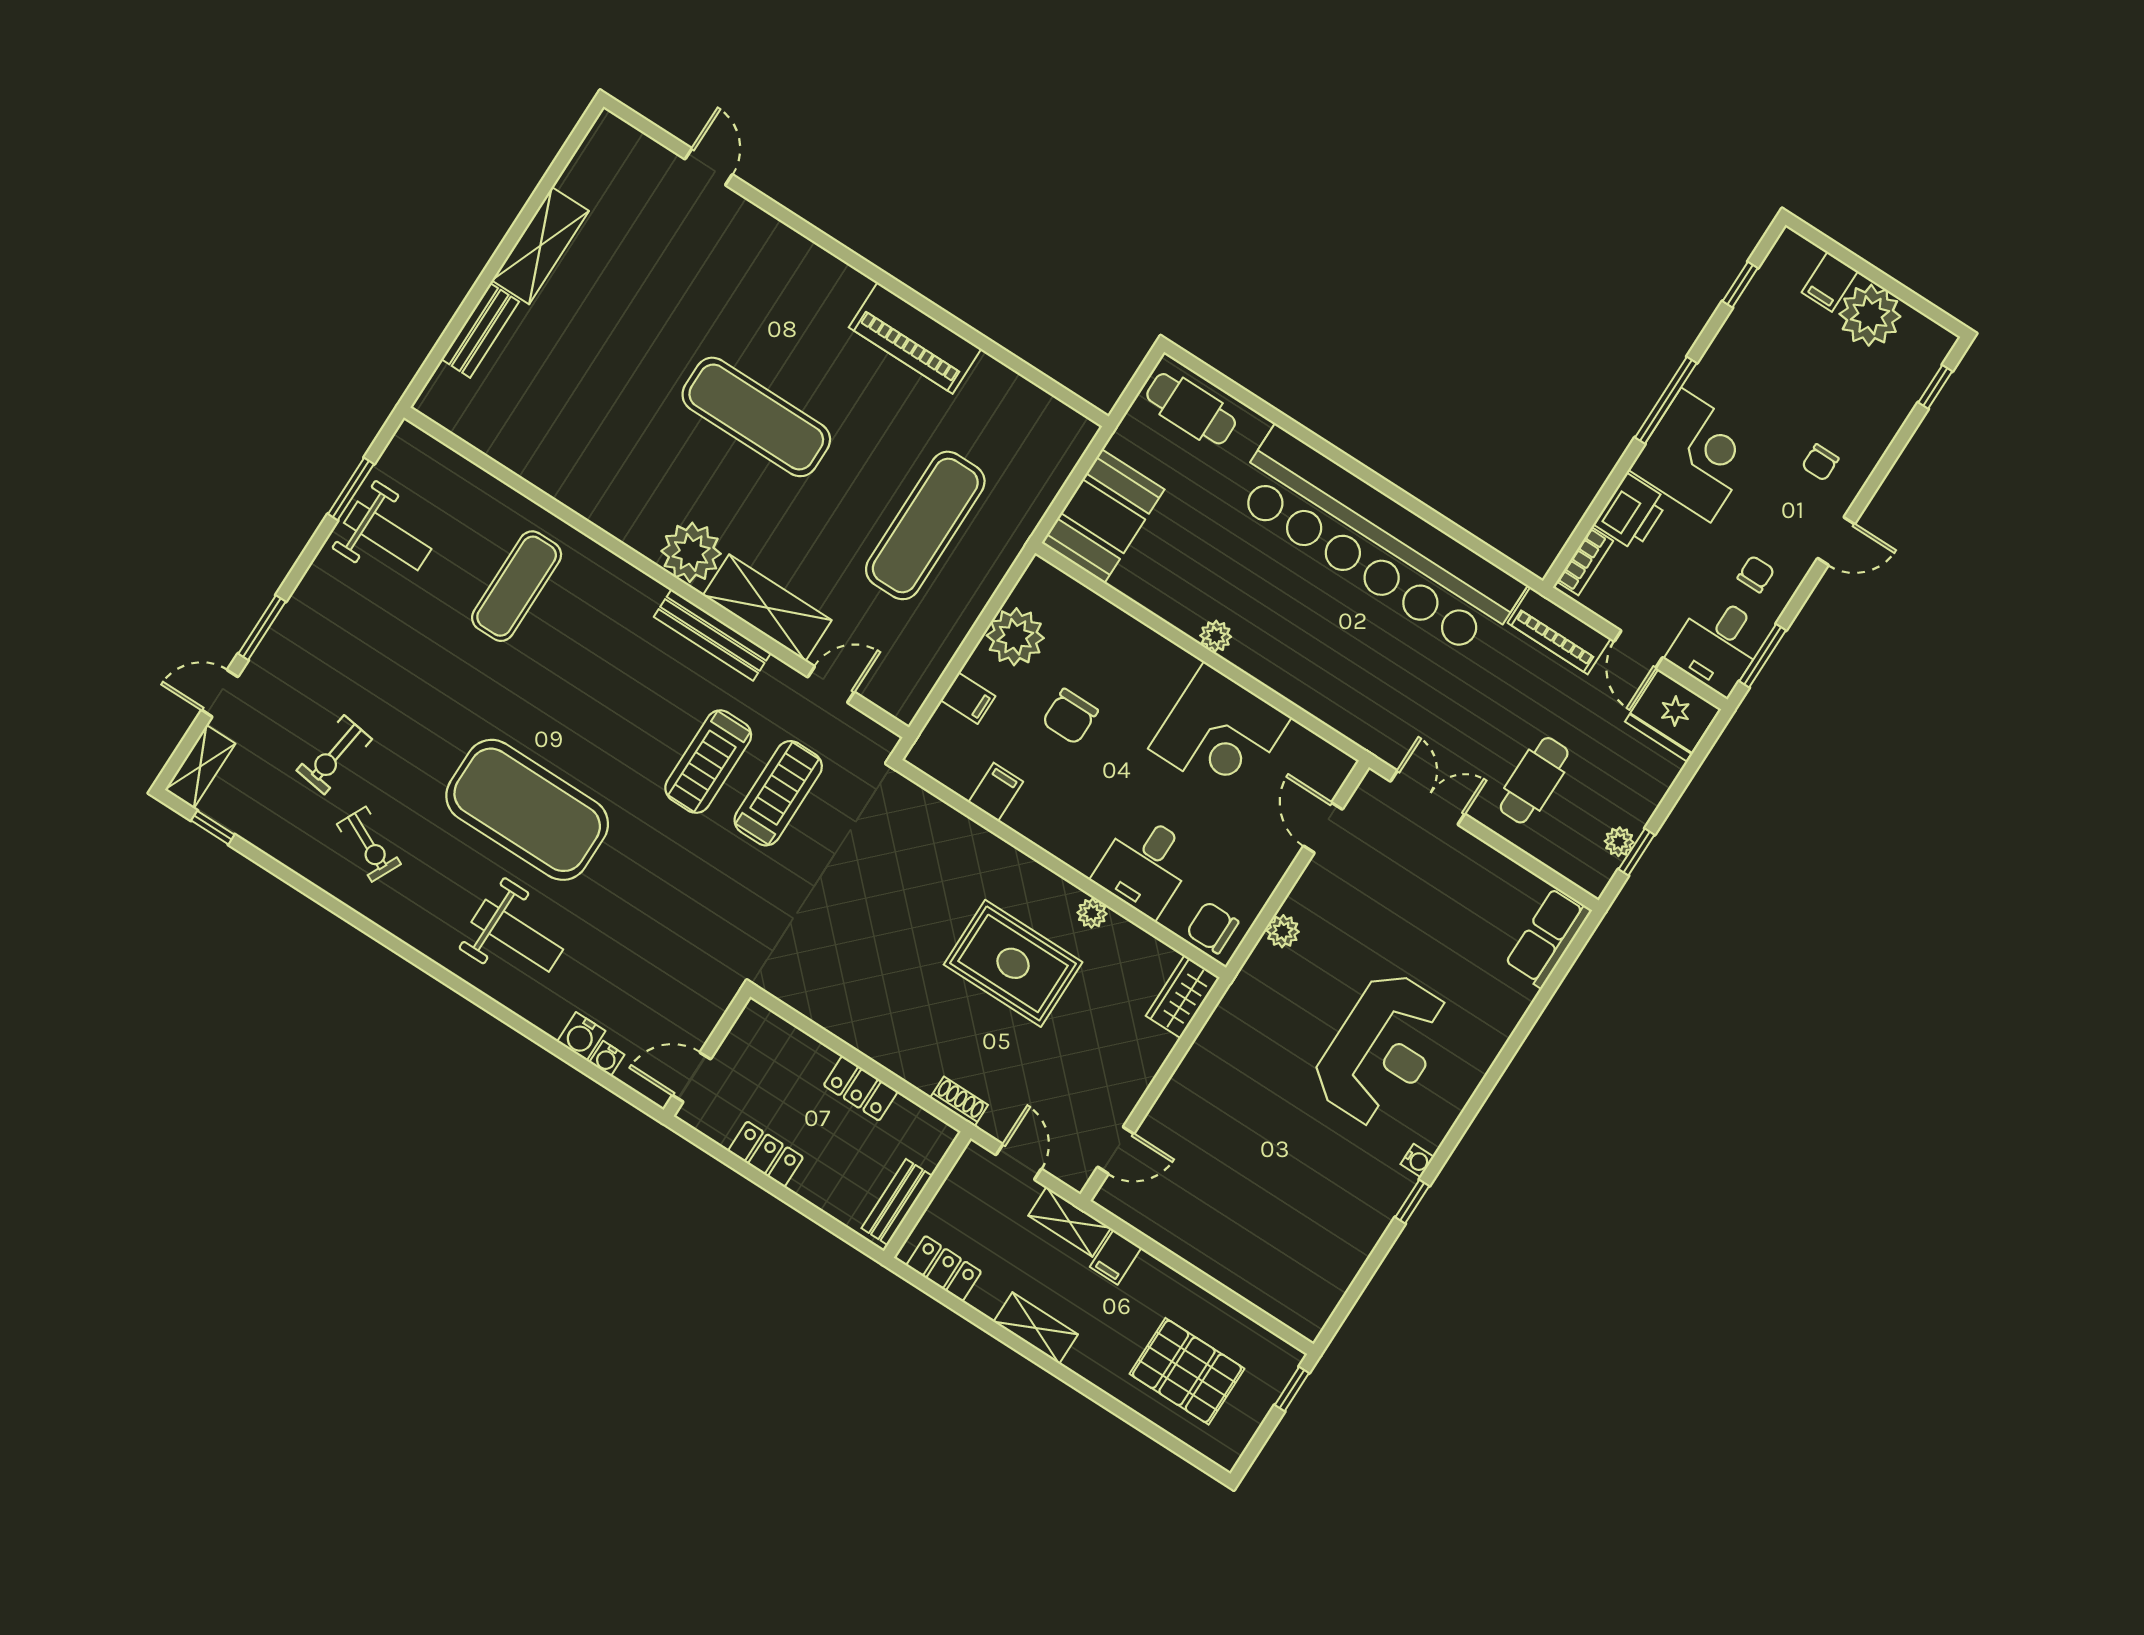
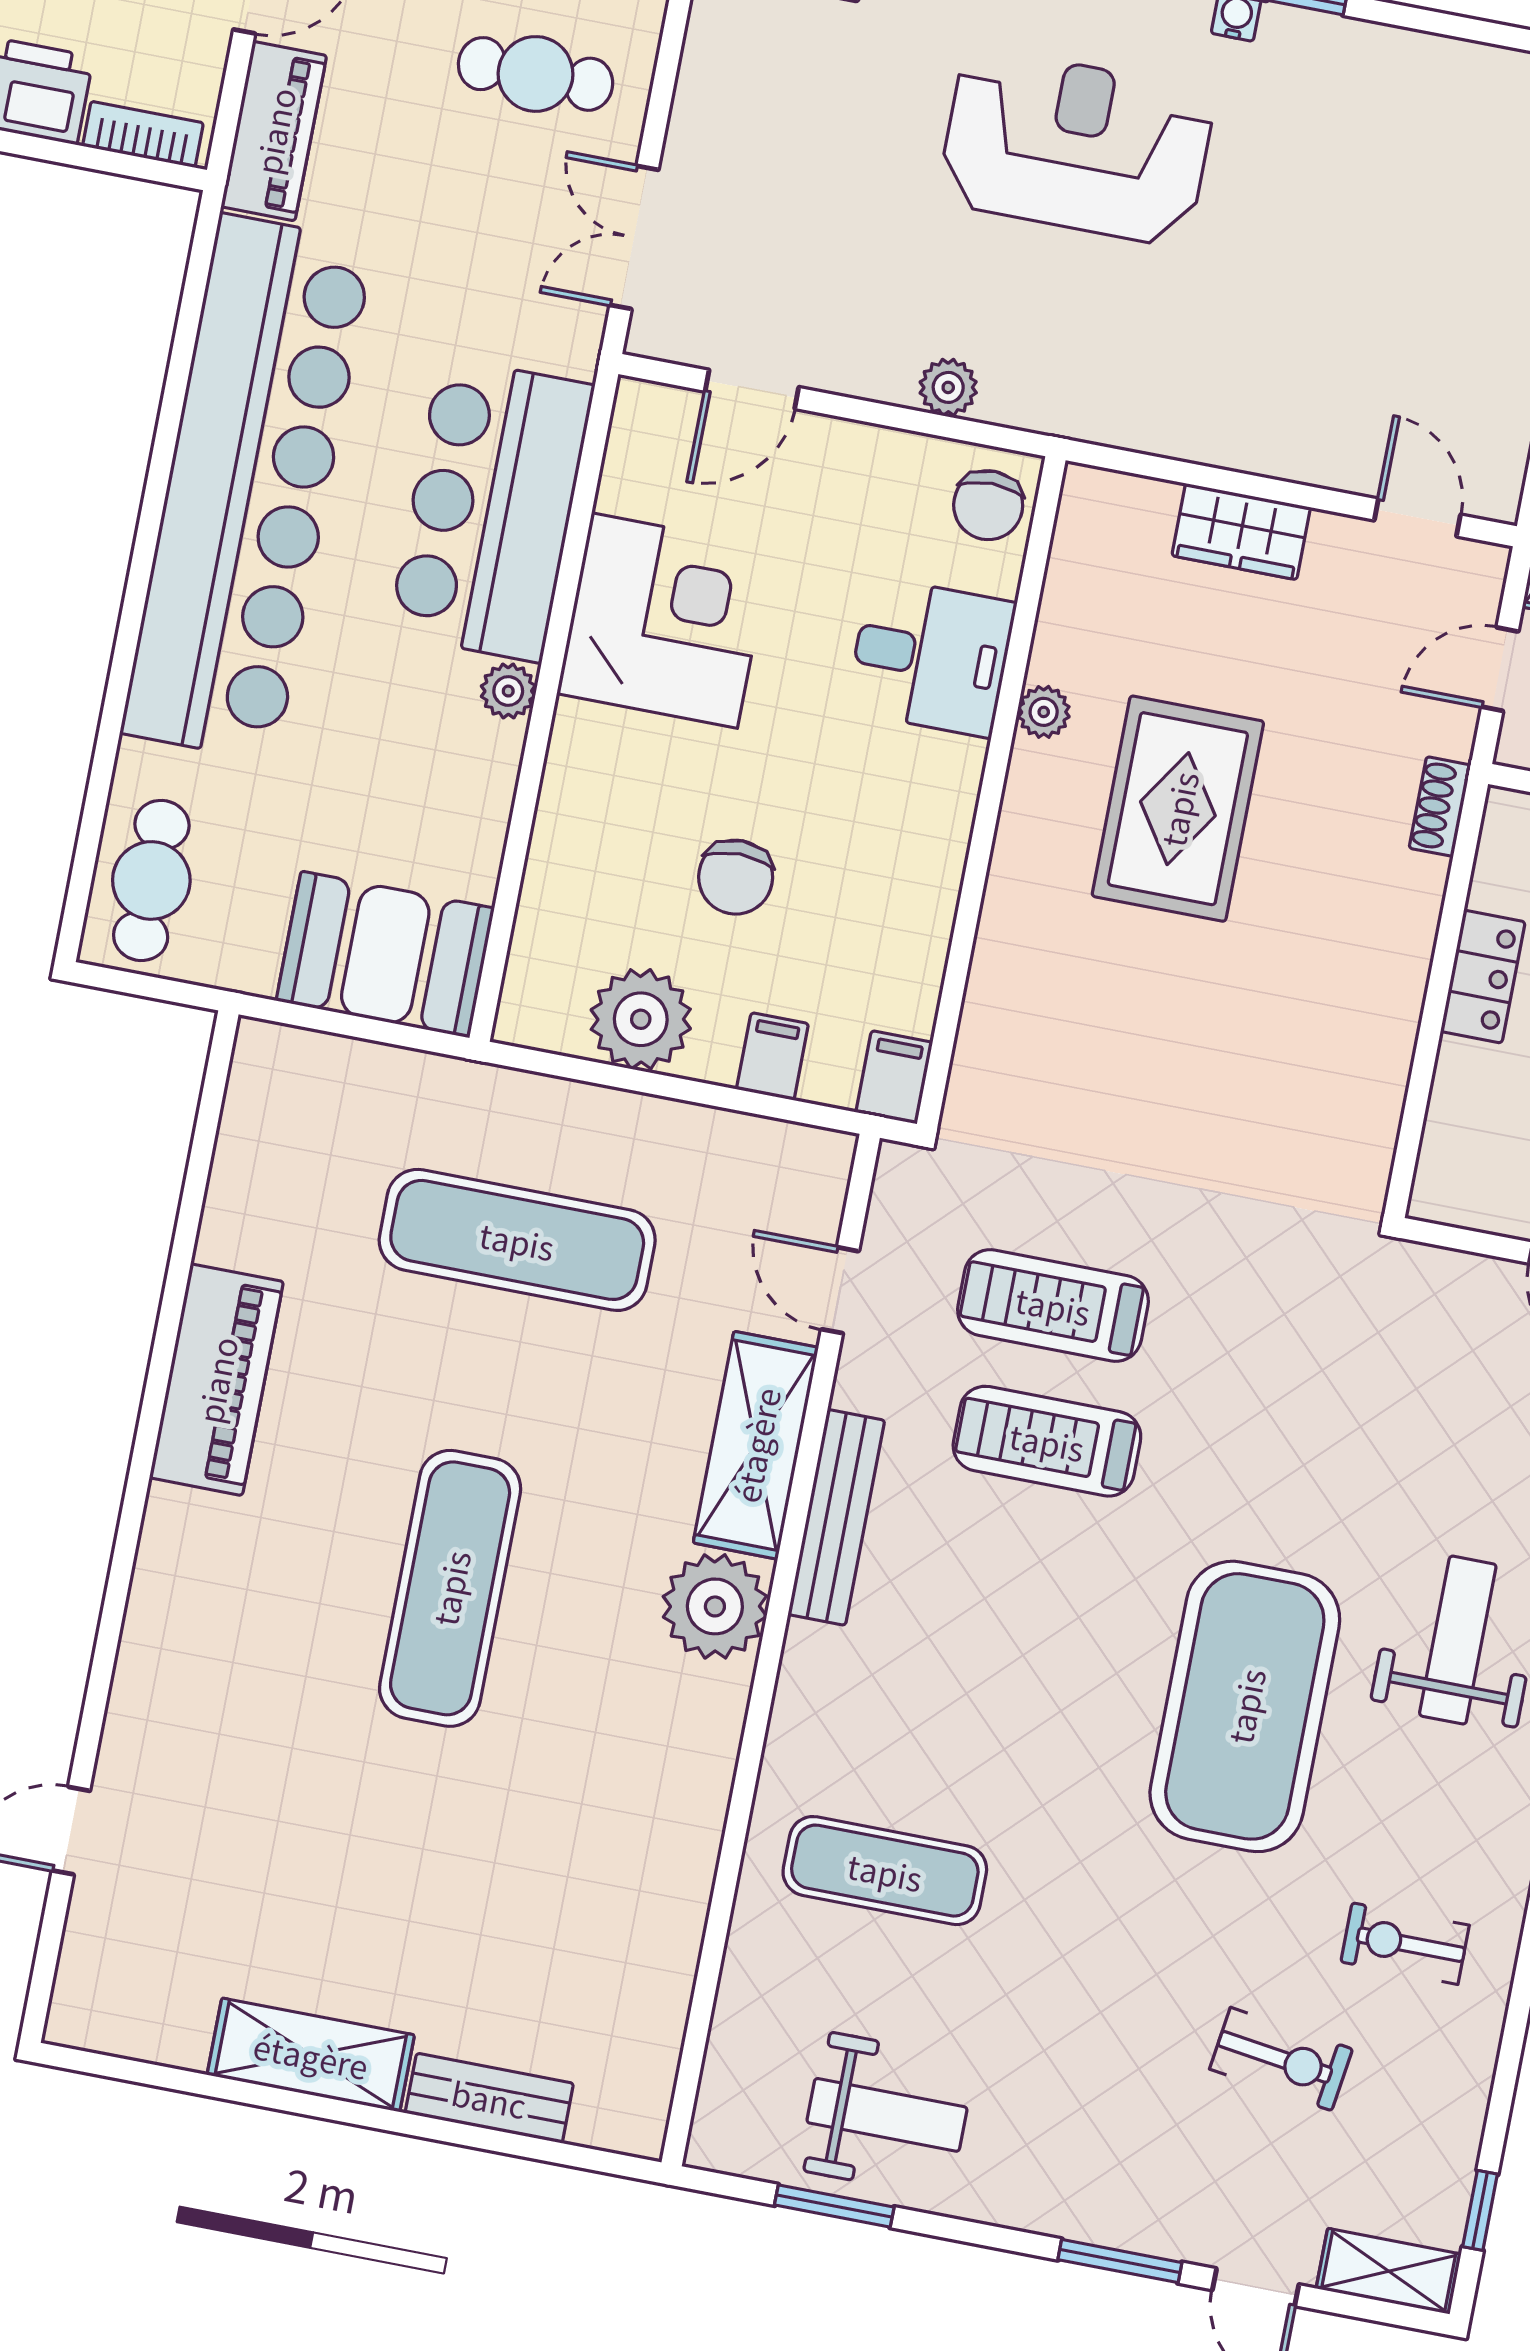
weight bench: (388, 536) -> (887, 2115), turned 90
bar counter: (1315, 665) -> (491, 510), added
chair: (1070, 717) -> (736, 877), turned 90
treadmill: (708, 762) -> (1047, 1441), turned 180
filing cabinet: (996, 792) -> (894, 1077), moved, turned 90
exercise bike: (369, 844) -> (1405, 1944), turned -116
wardrobe: (1183, 997) -> (1241, 532), moved

